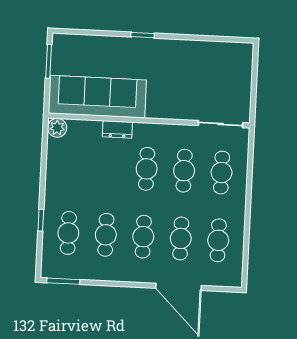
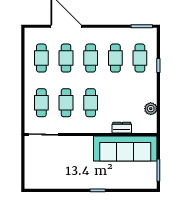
plant: (57, 128) -> (151, 109), moved
dresser: (117, 129) -> (122, 128), moved

